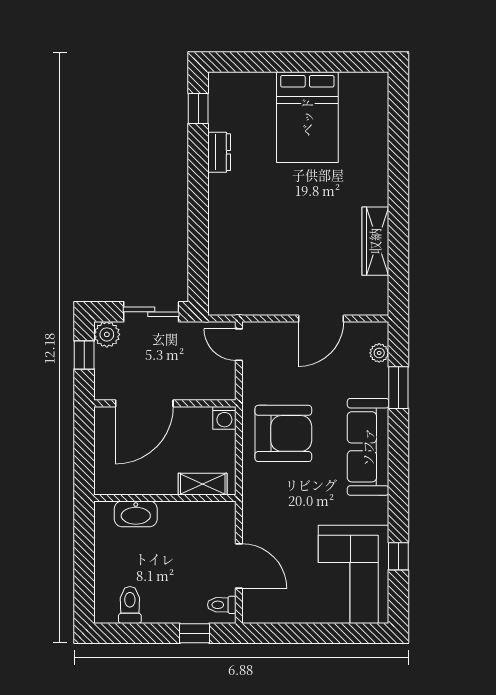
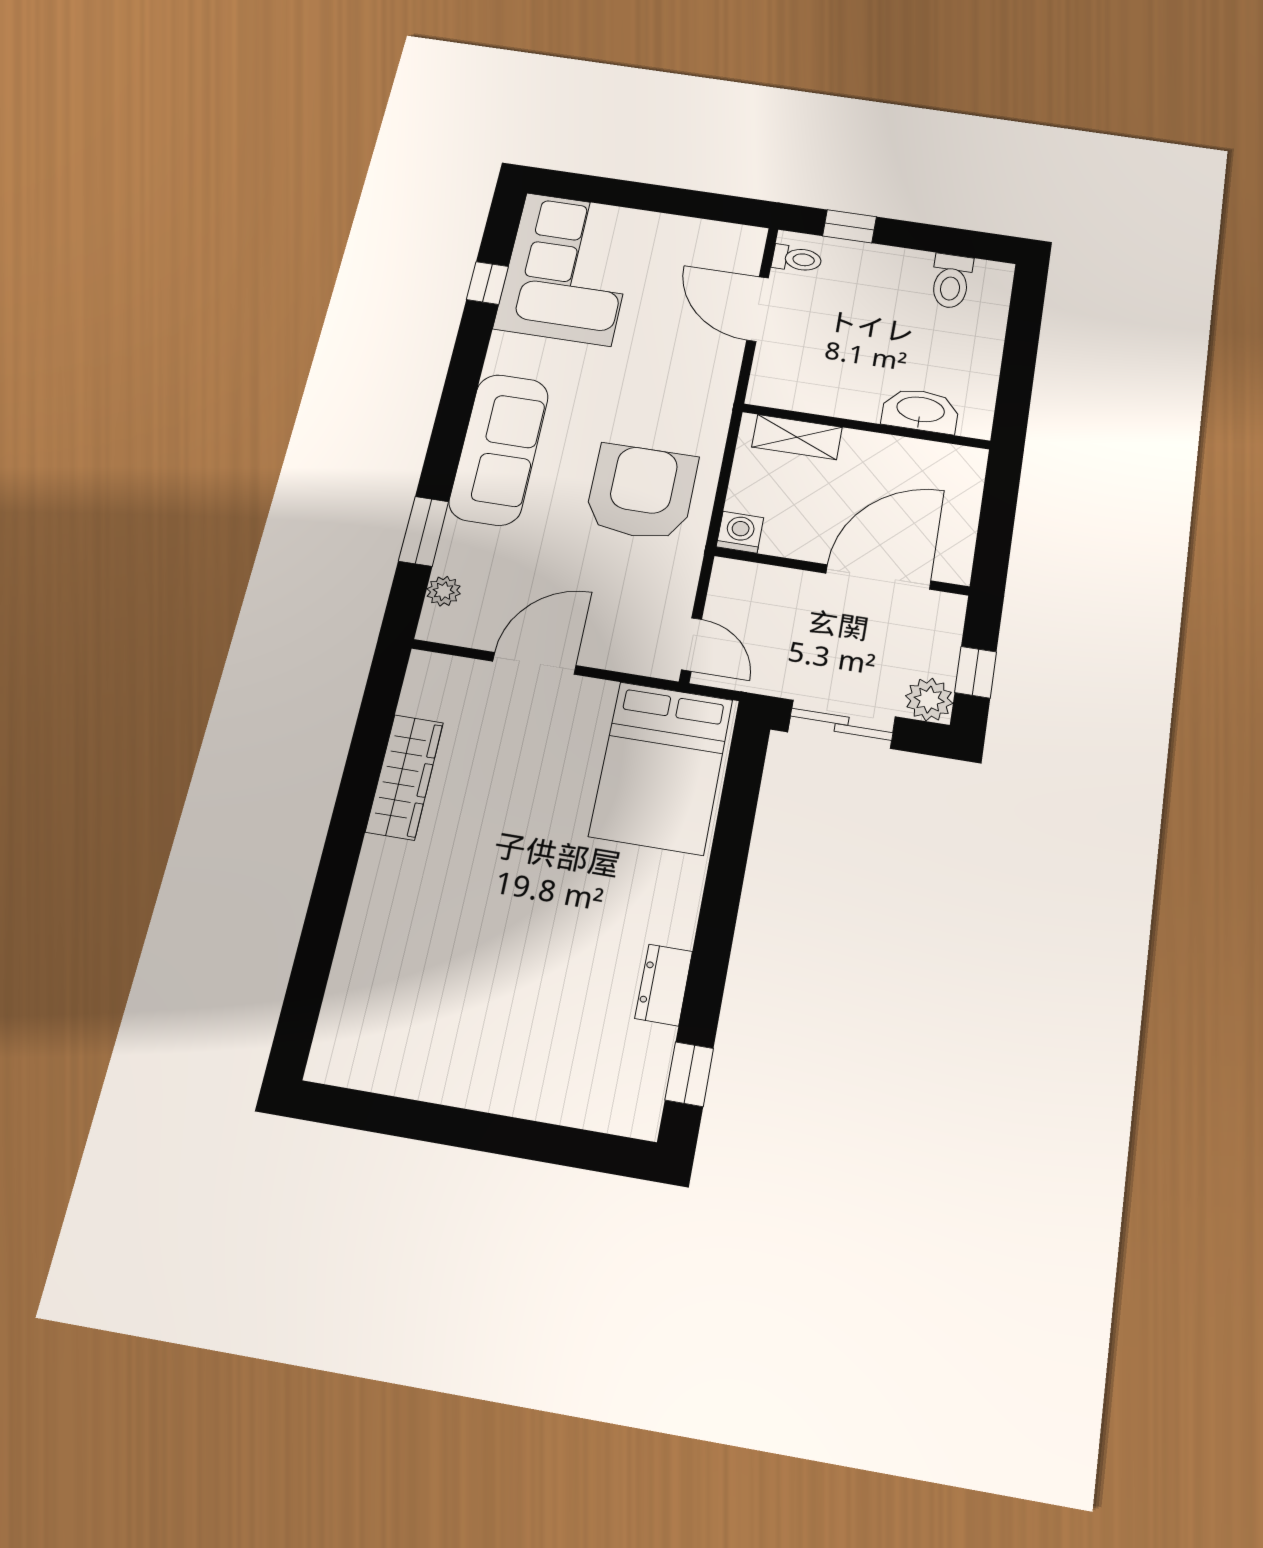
bed: (307, 117) -> (661, 768), moved, turned 180
armchair: (283, 433) -> (641, 492), turned 90

